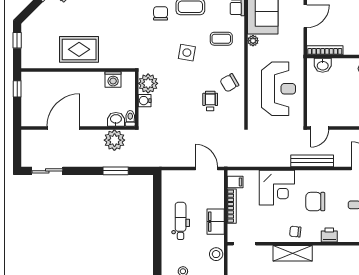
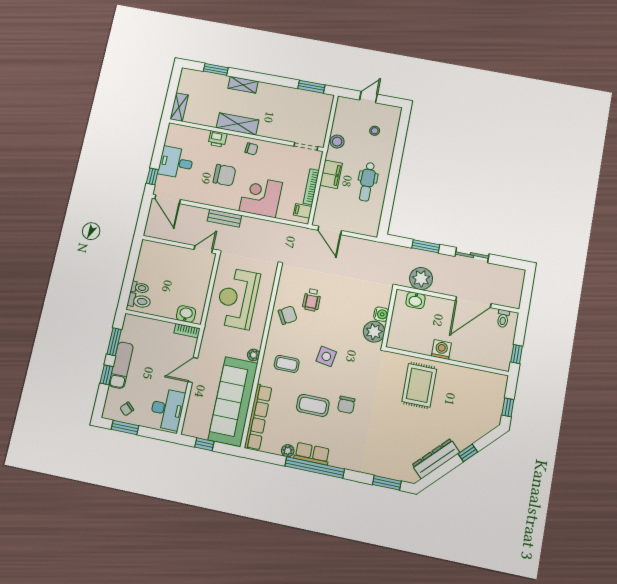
rug: (79, 49) -> (419, 385), moved, turned 90
bookcase: (325, 50) -> (187, 331), width x0.64
washing machine: (113, 79) -> (441, 350), moved
toilet: (130, 118) -> (503, 319), moved
bench: (312, 161) -> (224, 218), width x0.73
sliding door: (47, 171) -> (472, 255), moved
shelving: (293, 253) -> (238, 124), moved

